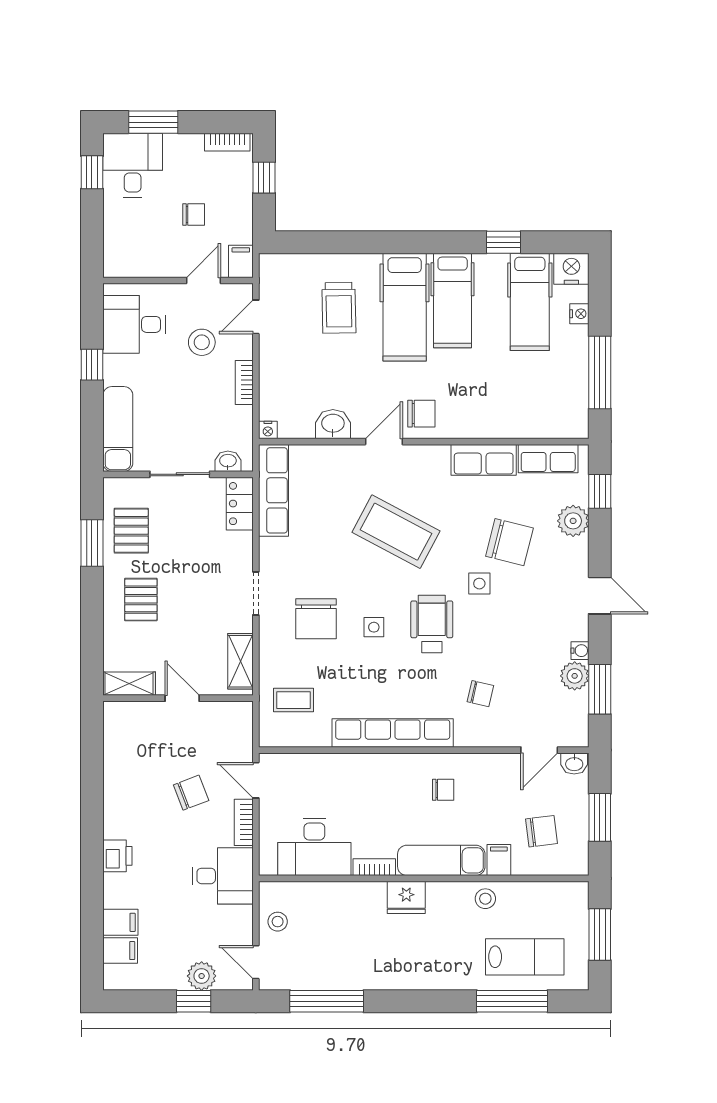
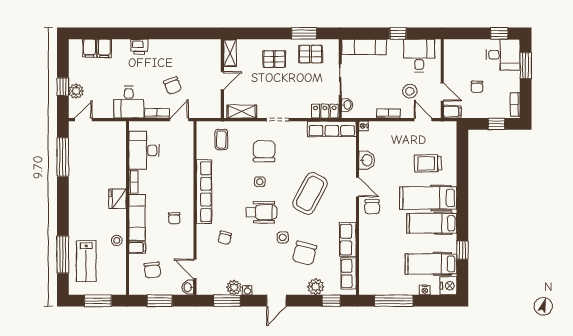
chair: (316, 619) -> (264, 151), turned 90
stool: (278, 922) -> (105, 131), removed

